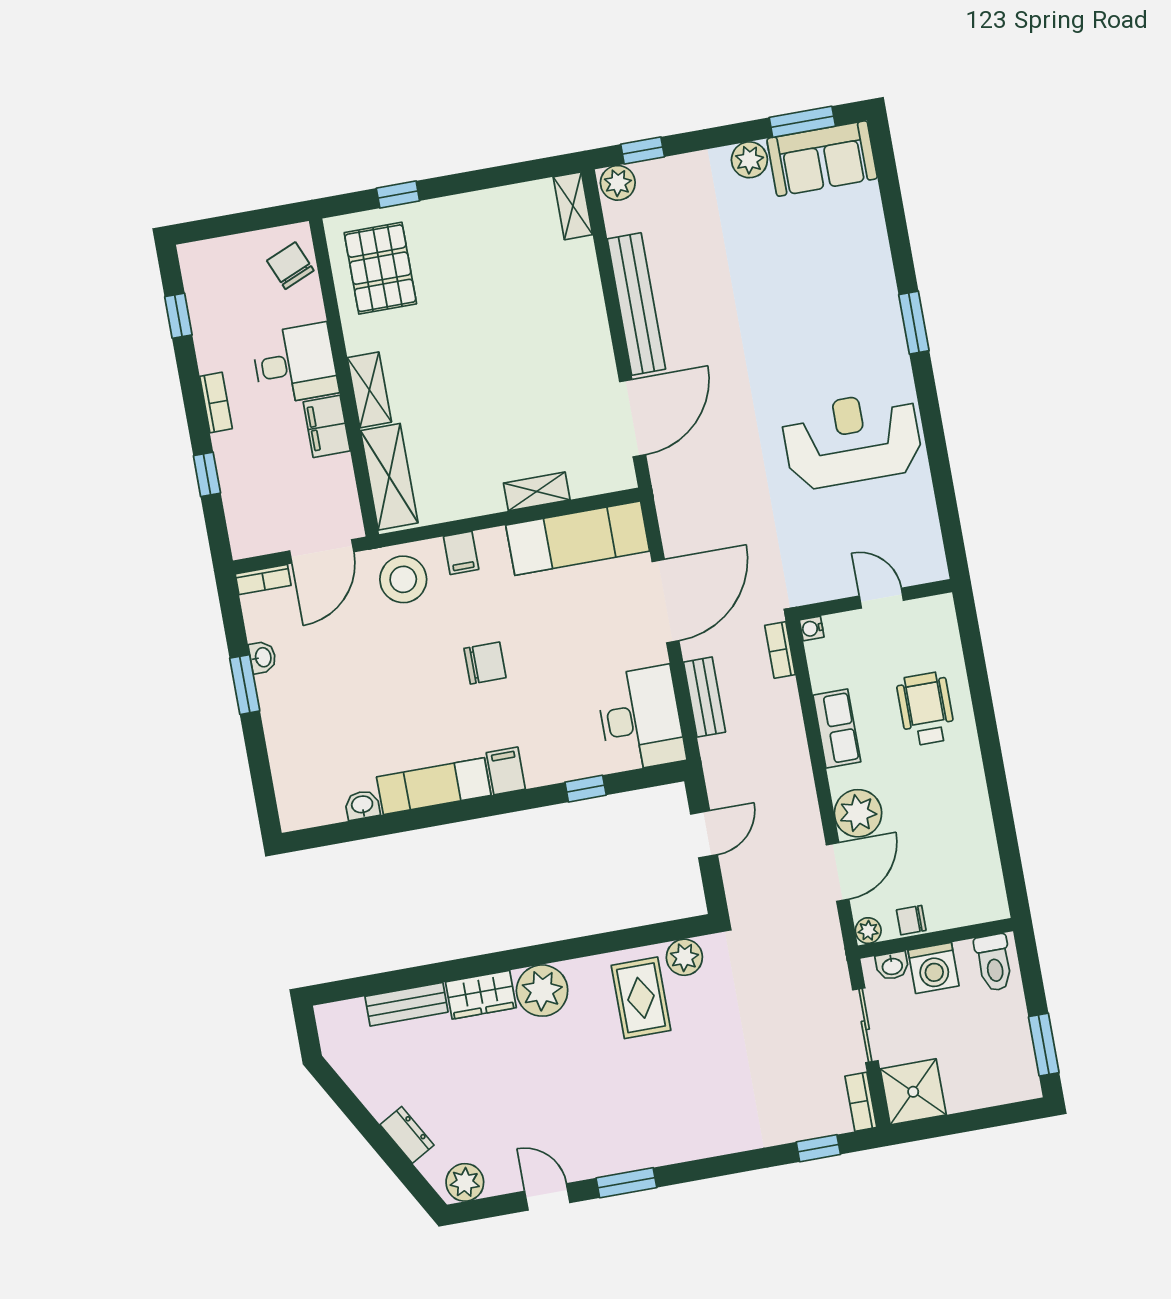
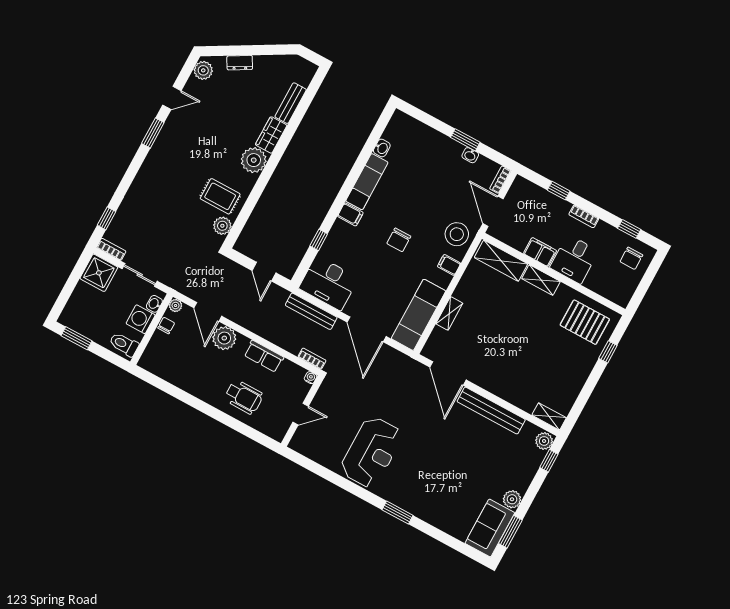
chair: (290, 266) -> (631, 258), moved, turned 113
bench: (704, 697) -> (311, 311), width x1.36

